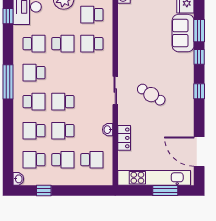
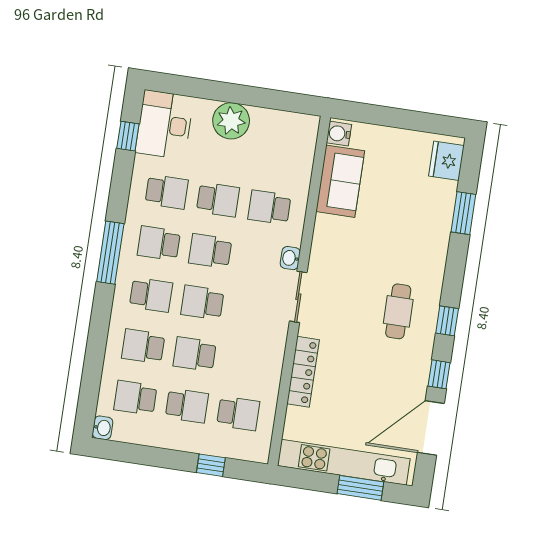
school desk: (92, 15) -> (210, 251), moved
sofa: (183, 33) -> (340, 181), moved, turned 180
window: (199, 57) -> (439, 374), moved
cafe table: (151, 95) -> (398, 311), moved, turned 58
washbasin: (108, 130) -> (290, 258), moved
locker: (124, 138) -> (303, 372), width x1.53
door: (199, 152) -> (431, 428), hinge flipped
window: (44, 190) -> (211, 465), moved

